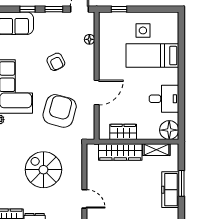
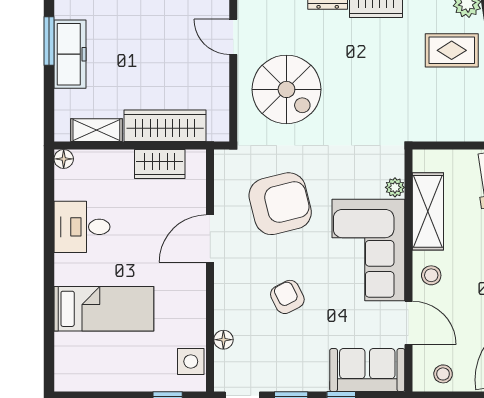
side table: (143, 30) -> (191, 361), moved
armchair: (60, 111) -> (280, 204), turned -119
floor lamp: (169, 130) -> (64, 159), width x0.53, depth x0.53
spiral stairs: (43, 170) -> (286, 89), moved
window: (181, 183) -> (49, 41), moved

